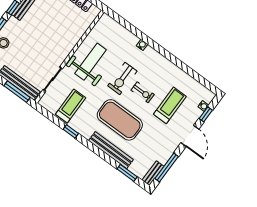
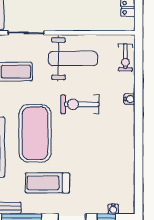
exercise bike: (143, 92) -> (125, 57), moved
treadmill: (170, 105) -> (47, 183), moved, turned 180

